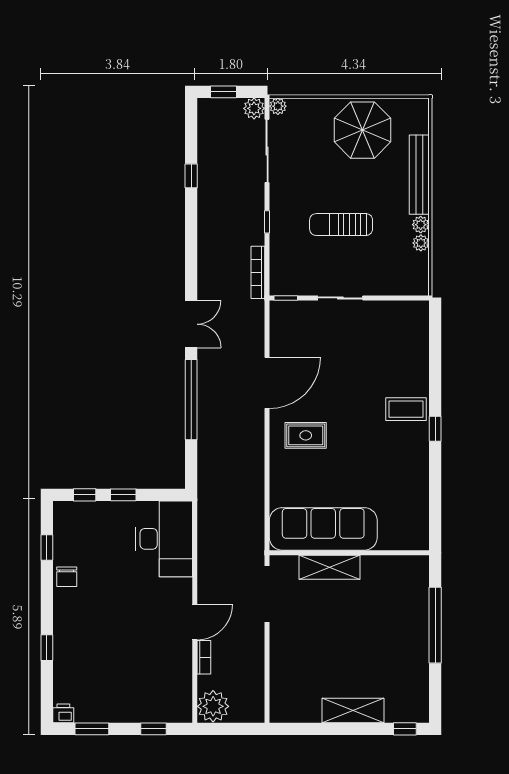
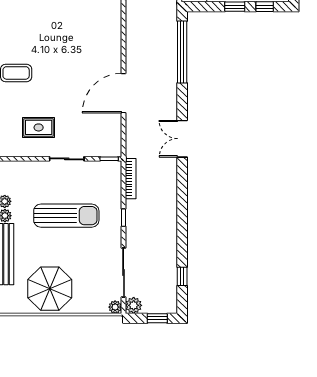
window: (191, 176) -> (182, 276), moved
sun lounger: (341, 225) -> (66, 216), width x1.36, depth x1.34
window: (191, 400) -> (182, 52), moved
rug: (306, 435) -> (39, 127), moved

